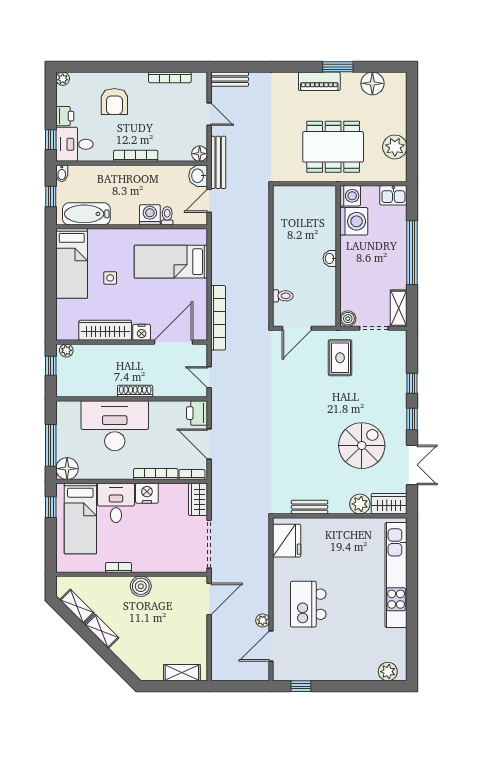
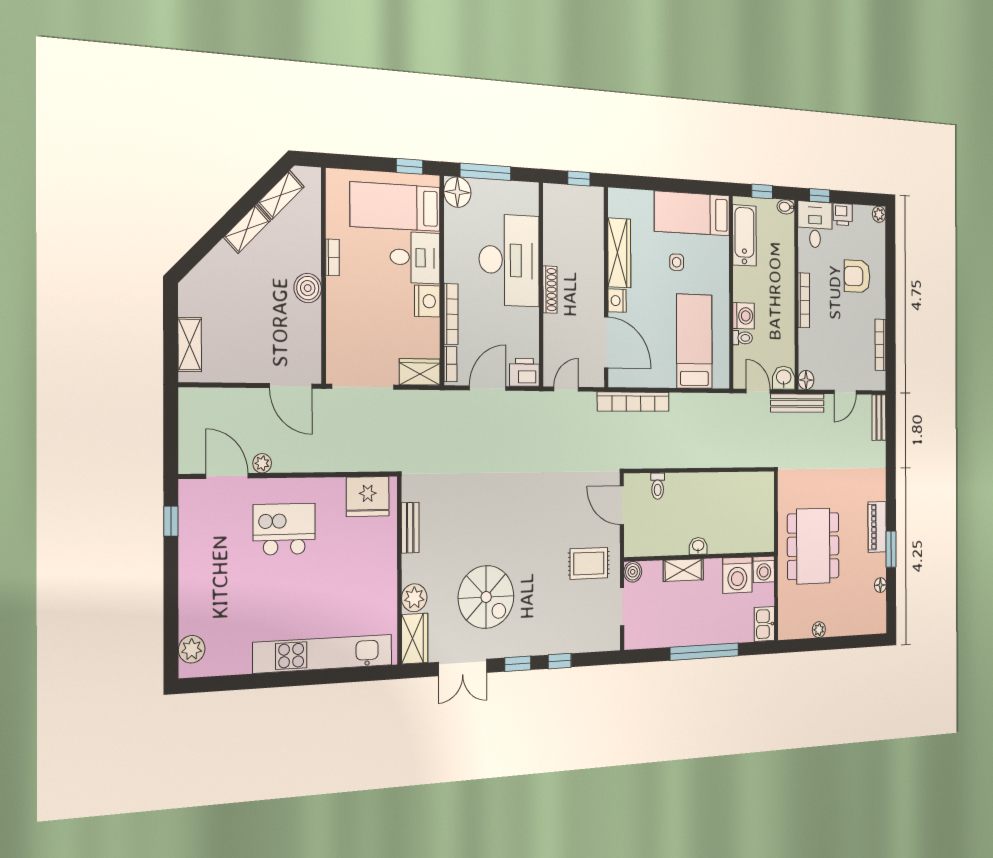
floor lamp: (372, 83) -> (880, 585), width x0.53, depth x0.53
plant: (395, 147) -> (819, 630), width x0.53, depth x0.53
shelving: (399, 308) -> (683, 570), moved
plant: (66, 350) -> (596, 200), removed

